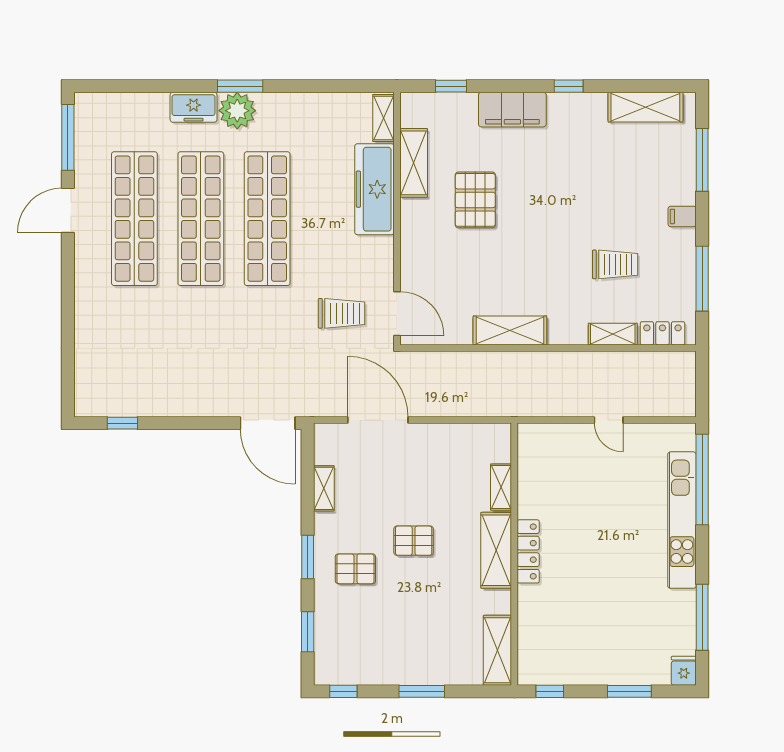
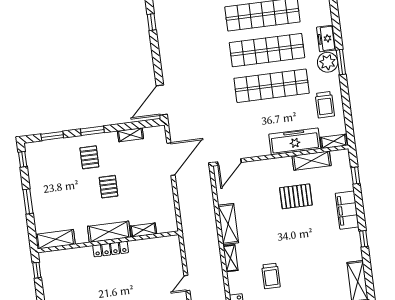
trolley: (342, 313) -> (325, 105), moved
shelving: (613, 334) -> (230, 258), moved

